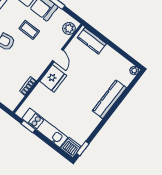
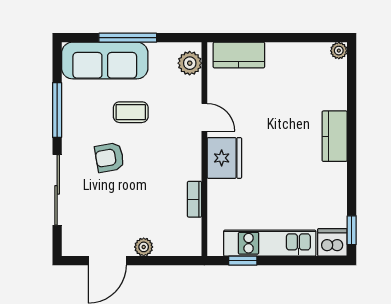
kitchen counter: (109, 99) -> (335, 136), width x0.67

